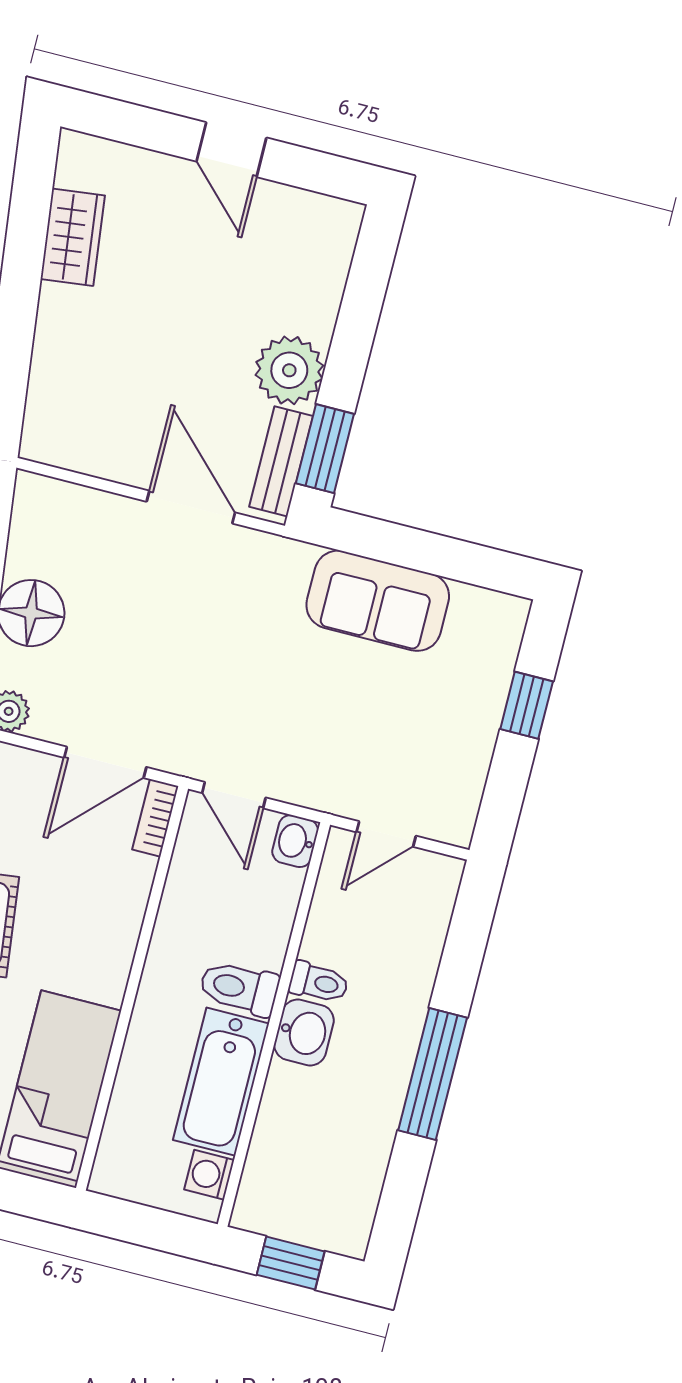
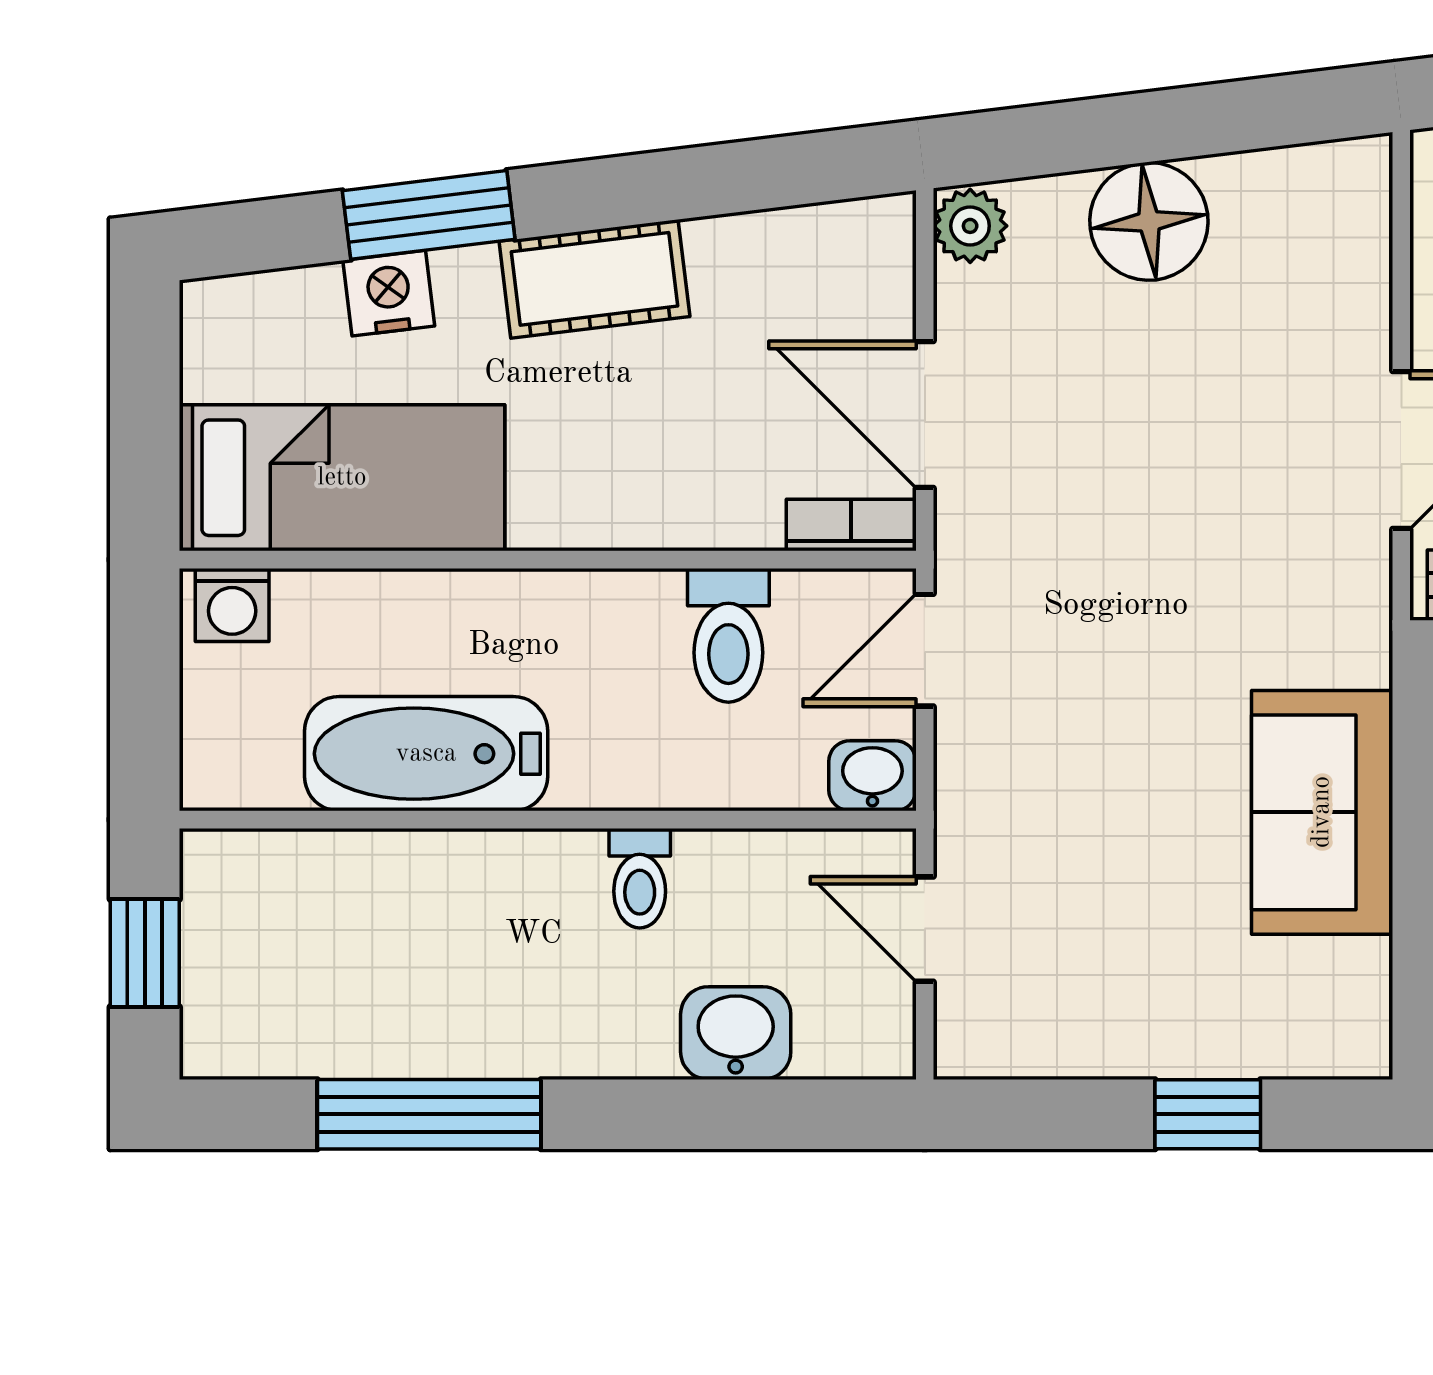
toilet: (239, 988) -> (728, 635), moved, turned 180
washbasin: (304, 1032) -> (736, 1033), moved, turned 180
window: (433, 1074) -> (429, 1114), moved
washing machine: (209, 1175) -> (232, 605), moved, turned 180

